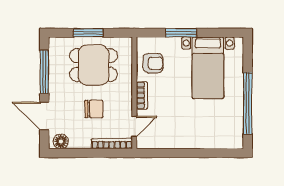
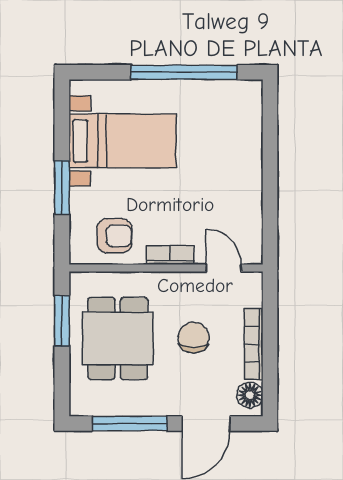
window: (88, 33) -> (62, 321), moved
armchair: (153, 63) -> (115, 236), turned 90
bookcase: (112, 144) -> (254, 344), moved

